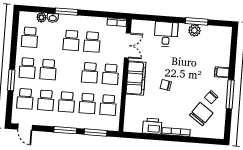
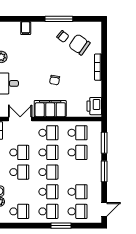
filing cabinet: (222, 72) -> (26, 28), moved
school desk: (67, 102) -> (48, 172), moved
printer: (152, 126) -> (94, 106), moved

